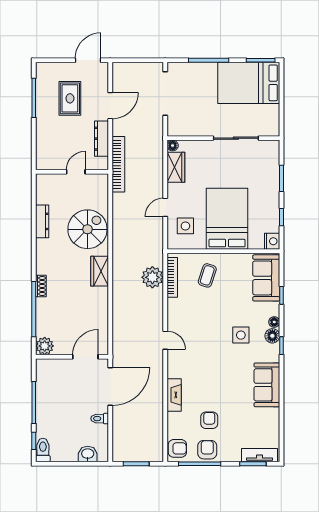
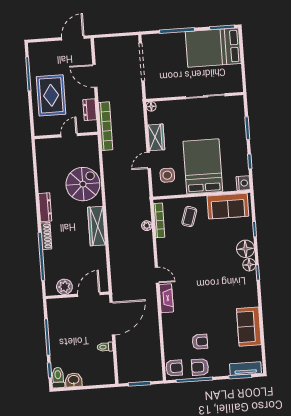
rug: (70, 98) -> (51, 95), moved, width x1.36, depth x1.43
door: (110, 106) -> (95, 76), swing flipped
dresser: (101, 139) -> (90, 110), width x0.70
wardrobe: (176, 167) -> (156, 137), moved
dresser: (42, 221) -> (45, 207), moved
wardrobe: (100, 271) -> (96, 226), width x1.50
plant: (152, 277) -> (147, 226), width x0.53, depth x0.53
sofa: (266, 278) -> (228, 206), moved, turned -90
shoe rack: (41, 286) -> (46, 236), width x1.43
floor lamp: (274, 322) -> (246, 249), width x1.89, depth x1.89
side table: (241, 335) -> (222, 266), removed
plant: (45, 346) -> (64, 287), moved
sofa: (267, 385) -> (249, 327), moved
fireplace: (174, 395) -> (166, 298), moved
armchair: (209, 420) -> (200, 342), turned 90
armchair: (207, 450) -> (200, 367), turned -90
washbasin: (88, 454) -> (74, 380), moved

